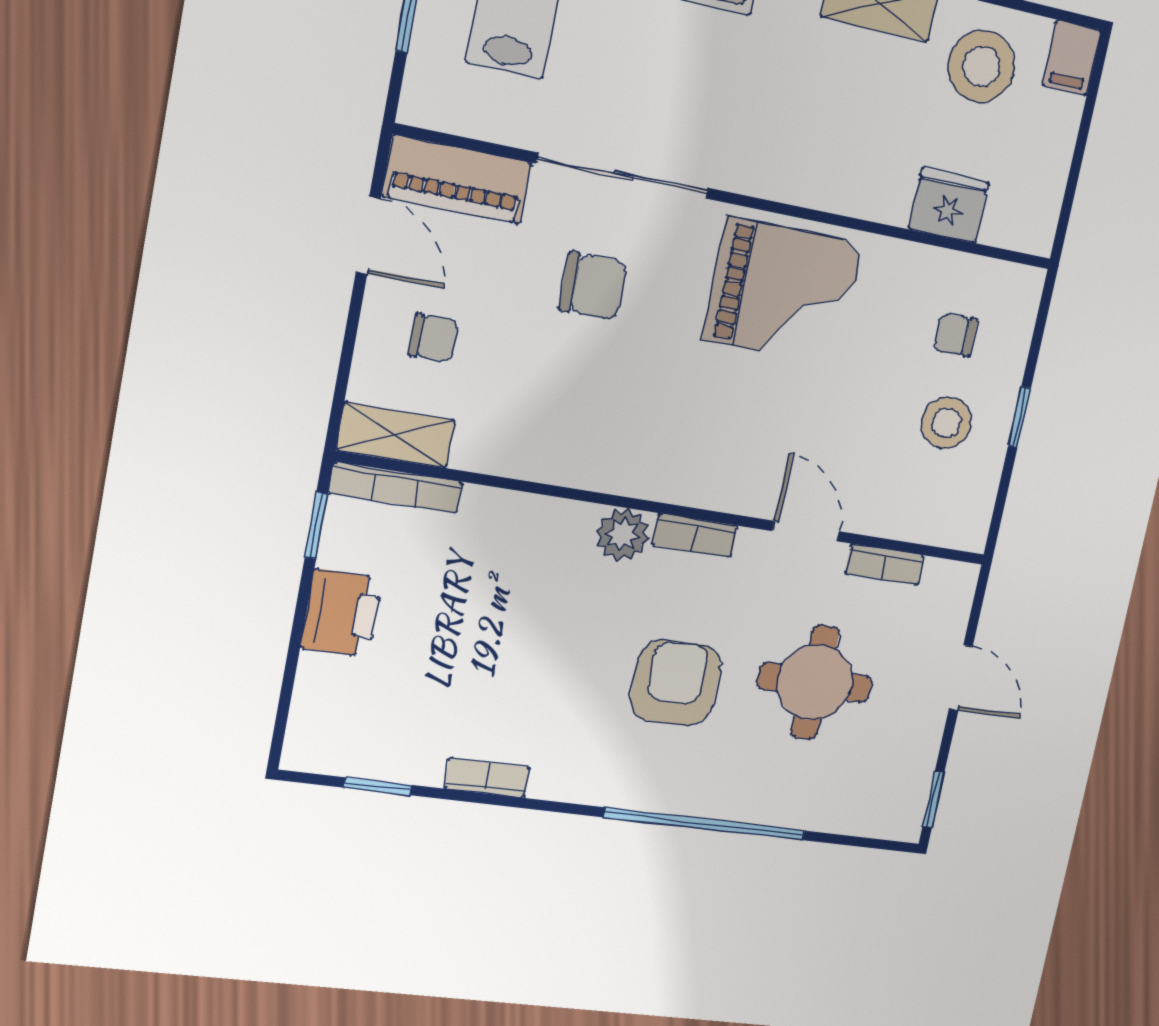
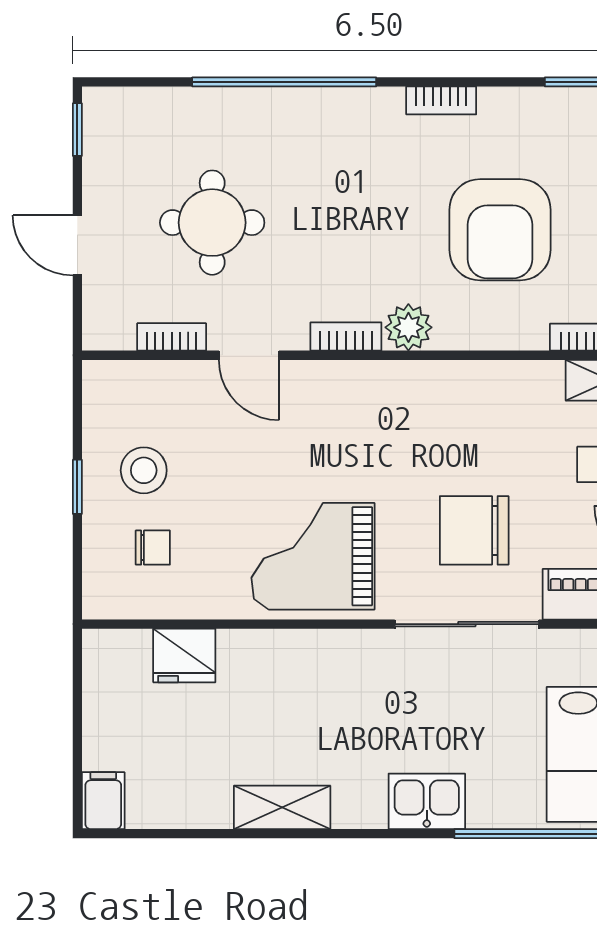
stool: (981, 66) -> (182, 776), removed
chair: (593, 286) -> (474, 530), width x1.37, depth x1.37
armchair: (676, 683) -> (500, 230), moved, width x1.36, depth x1.36
bookcase: (487, 778) -> (441, 100), moved

